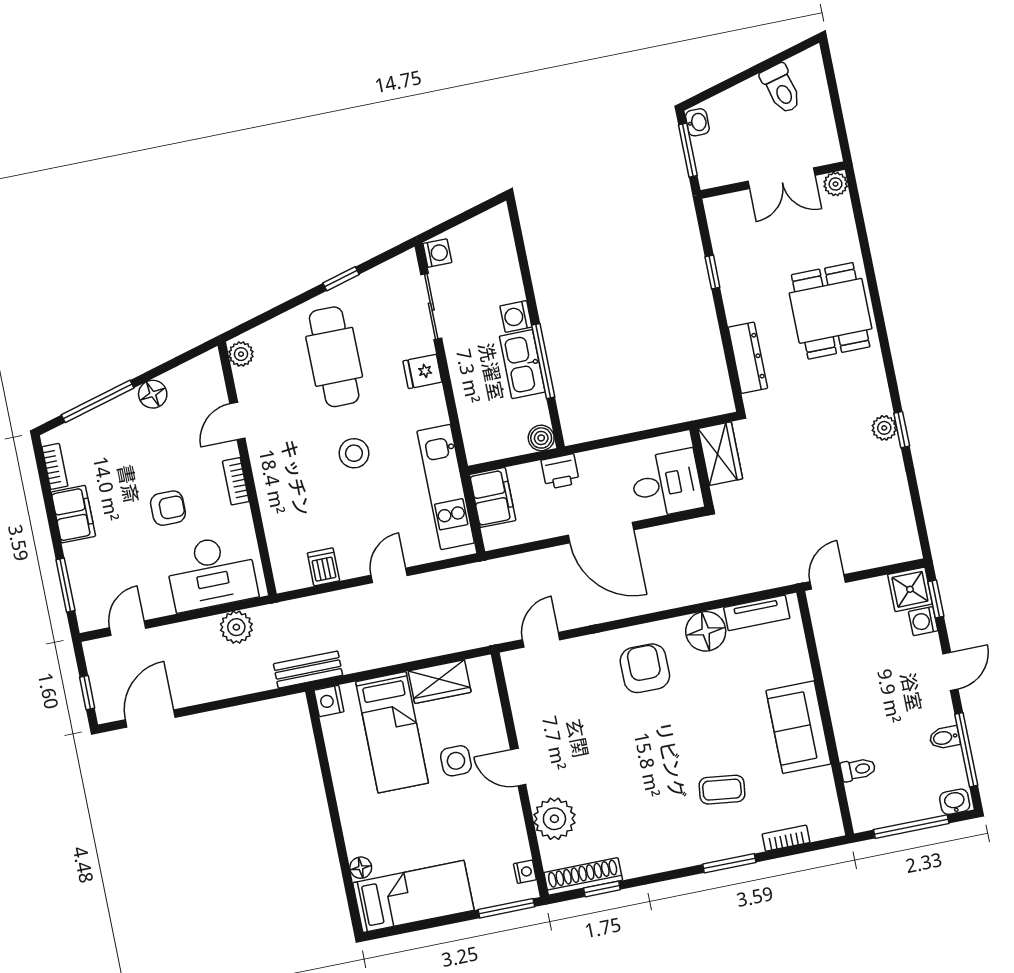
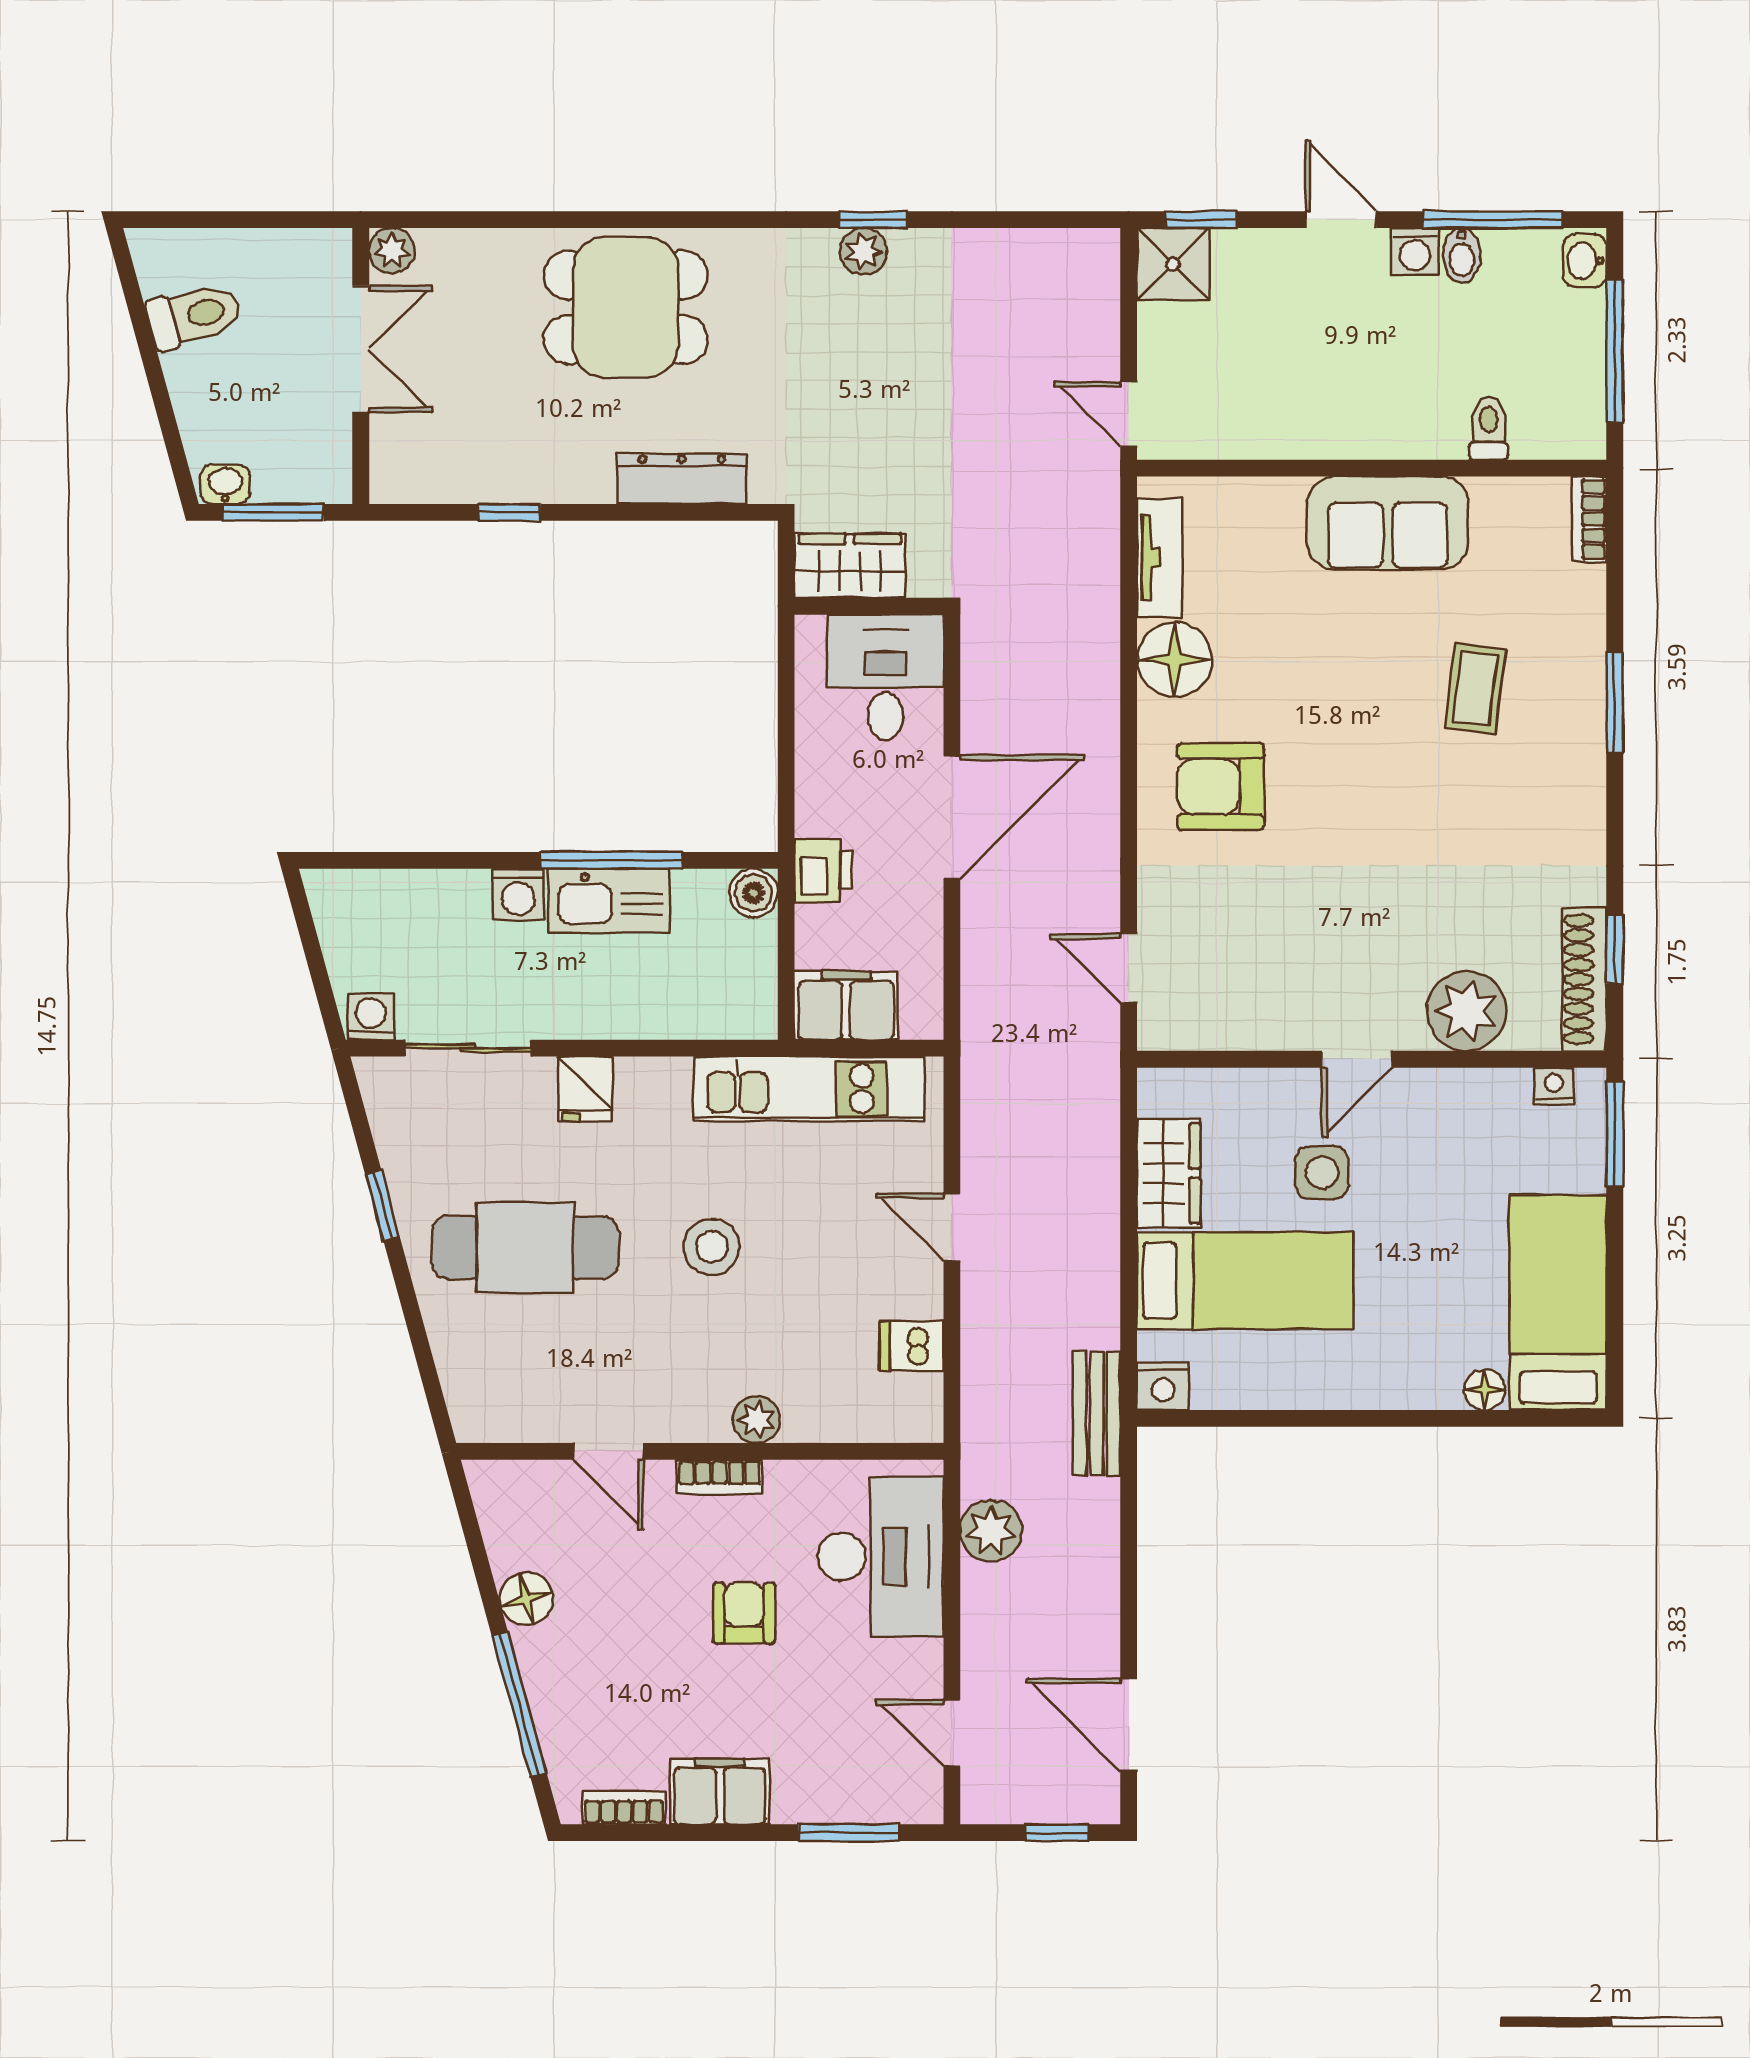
plant: (241, 354) -> (757, 1420), moved
washing machine: (923, 621) -> (1415, 251), moved
bookcase: (786, 838) -> (1589, 519), moved

